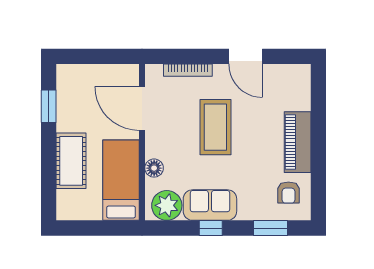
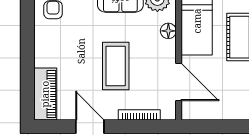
piano: (298, 142) -> (45, 94), moved

